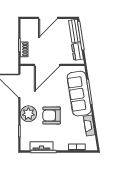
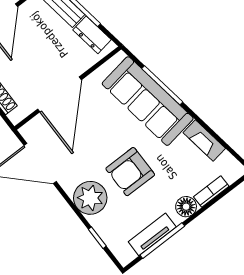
floor lamp: (63, 145) -> (186, 207), added

